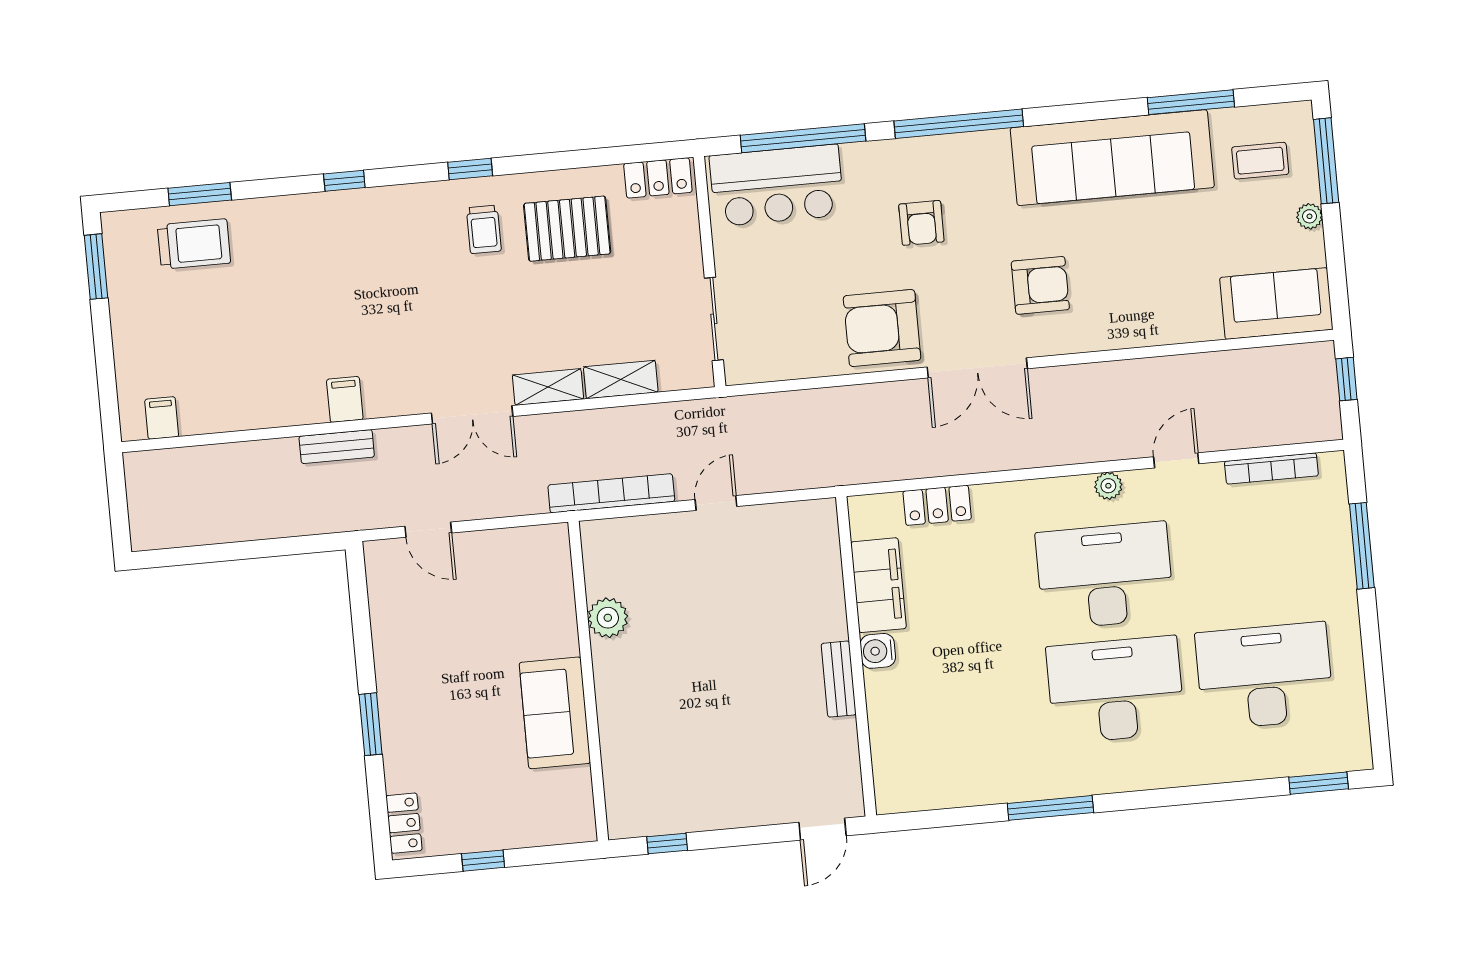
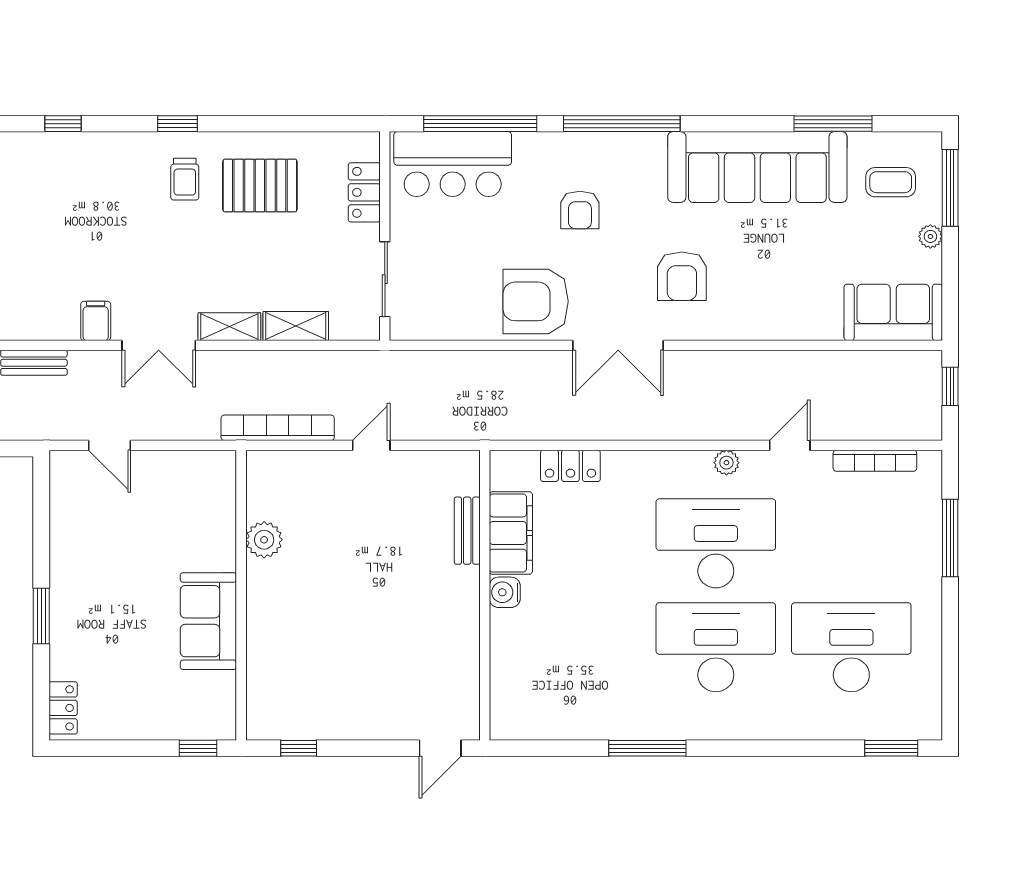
locker: (658, 178) -> (364, 192), moved, turned 90
armchair: (1040, 285) -> (682, 276), turned 90
filing cabinet: (345, 399) -> (96, 321), moved
bench: (839, 679) -> (467, 531), moved
window: (483, 861) -> (198, 748), moved

